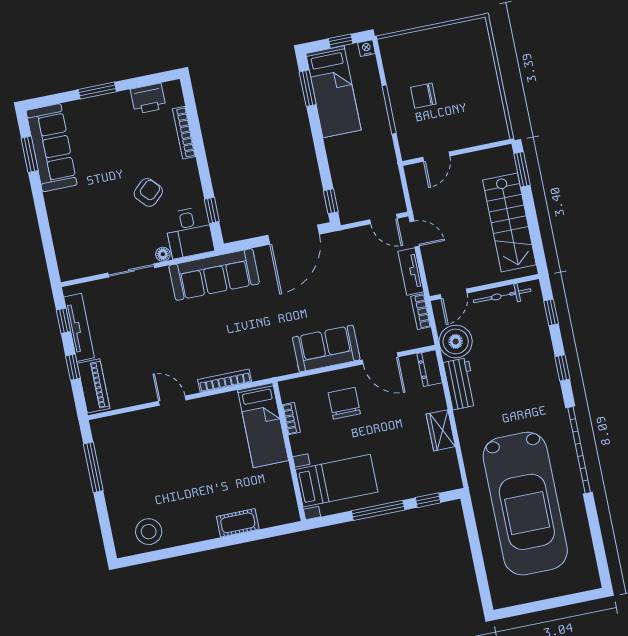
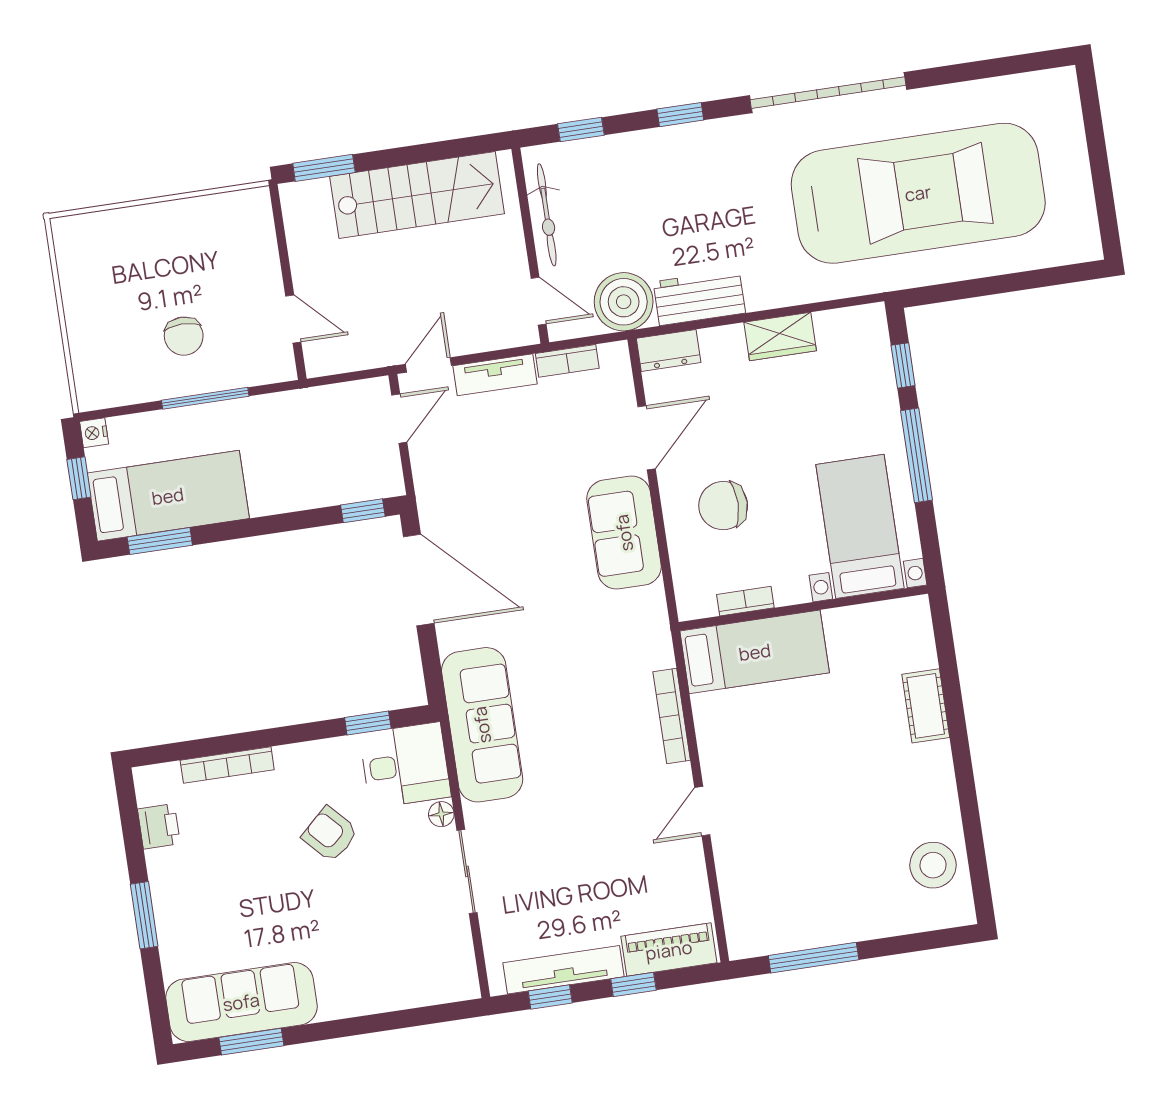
printer: (148, 99) -> (159, 826), width x0.73, depth x0.81

